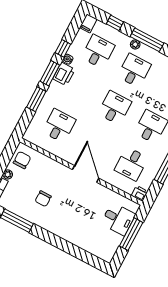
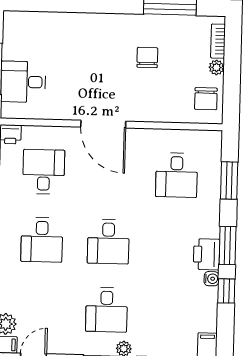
desk: (98, 52) -> (173, 311), removed
window: (36, 99) -> (229, 181), moved

